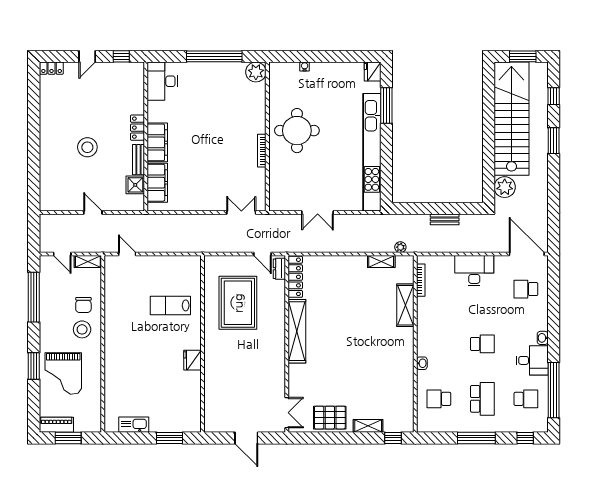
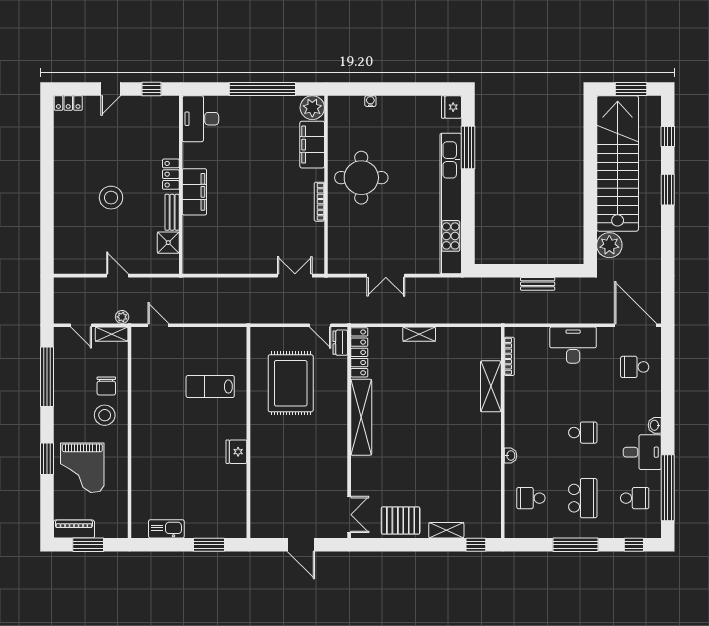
filing cabinet: (157, 183) -> (312, 145), moved, turned 180
plant: (400, 247) -> (122, 317), moved
shelving: (381, 262) -> (419, 334), moved

